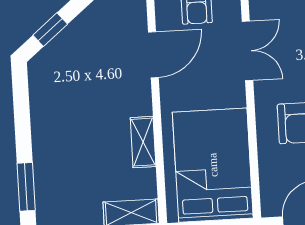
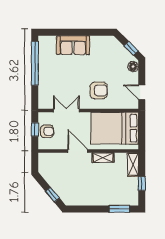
door: (153, 55) -> (78, 151), moved

